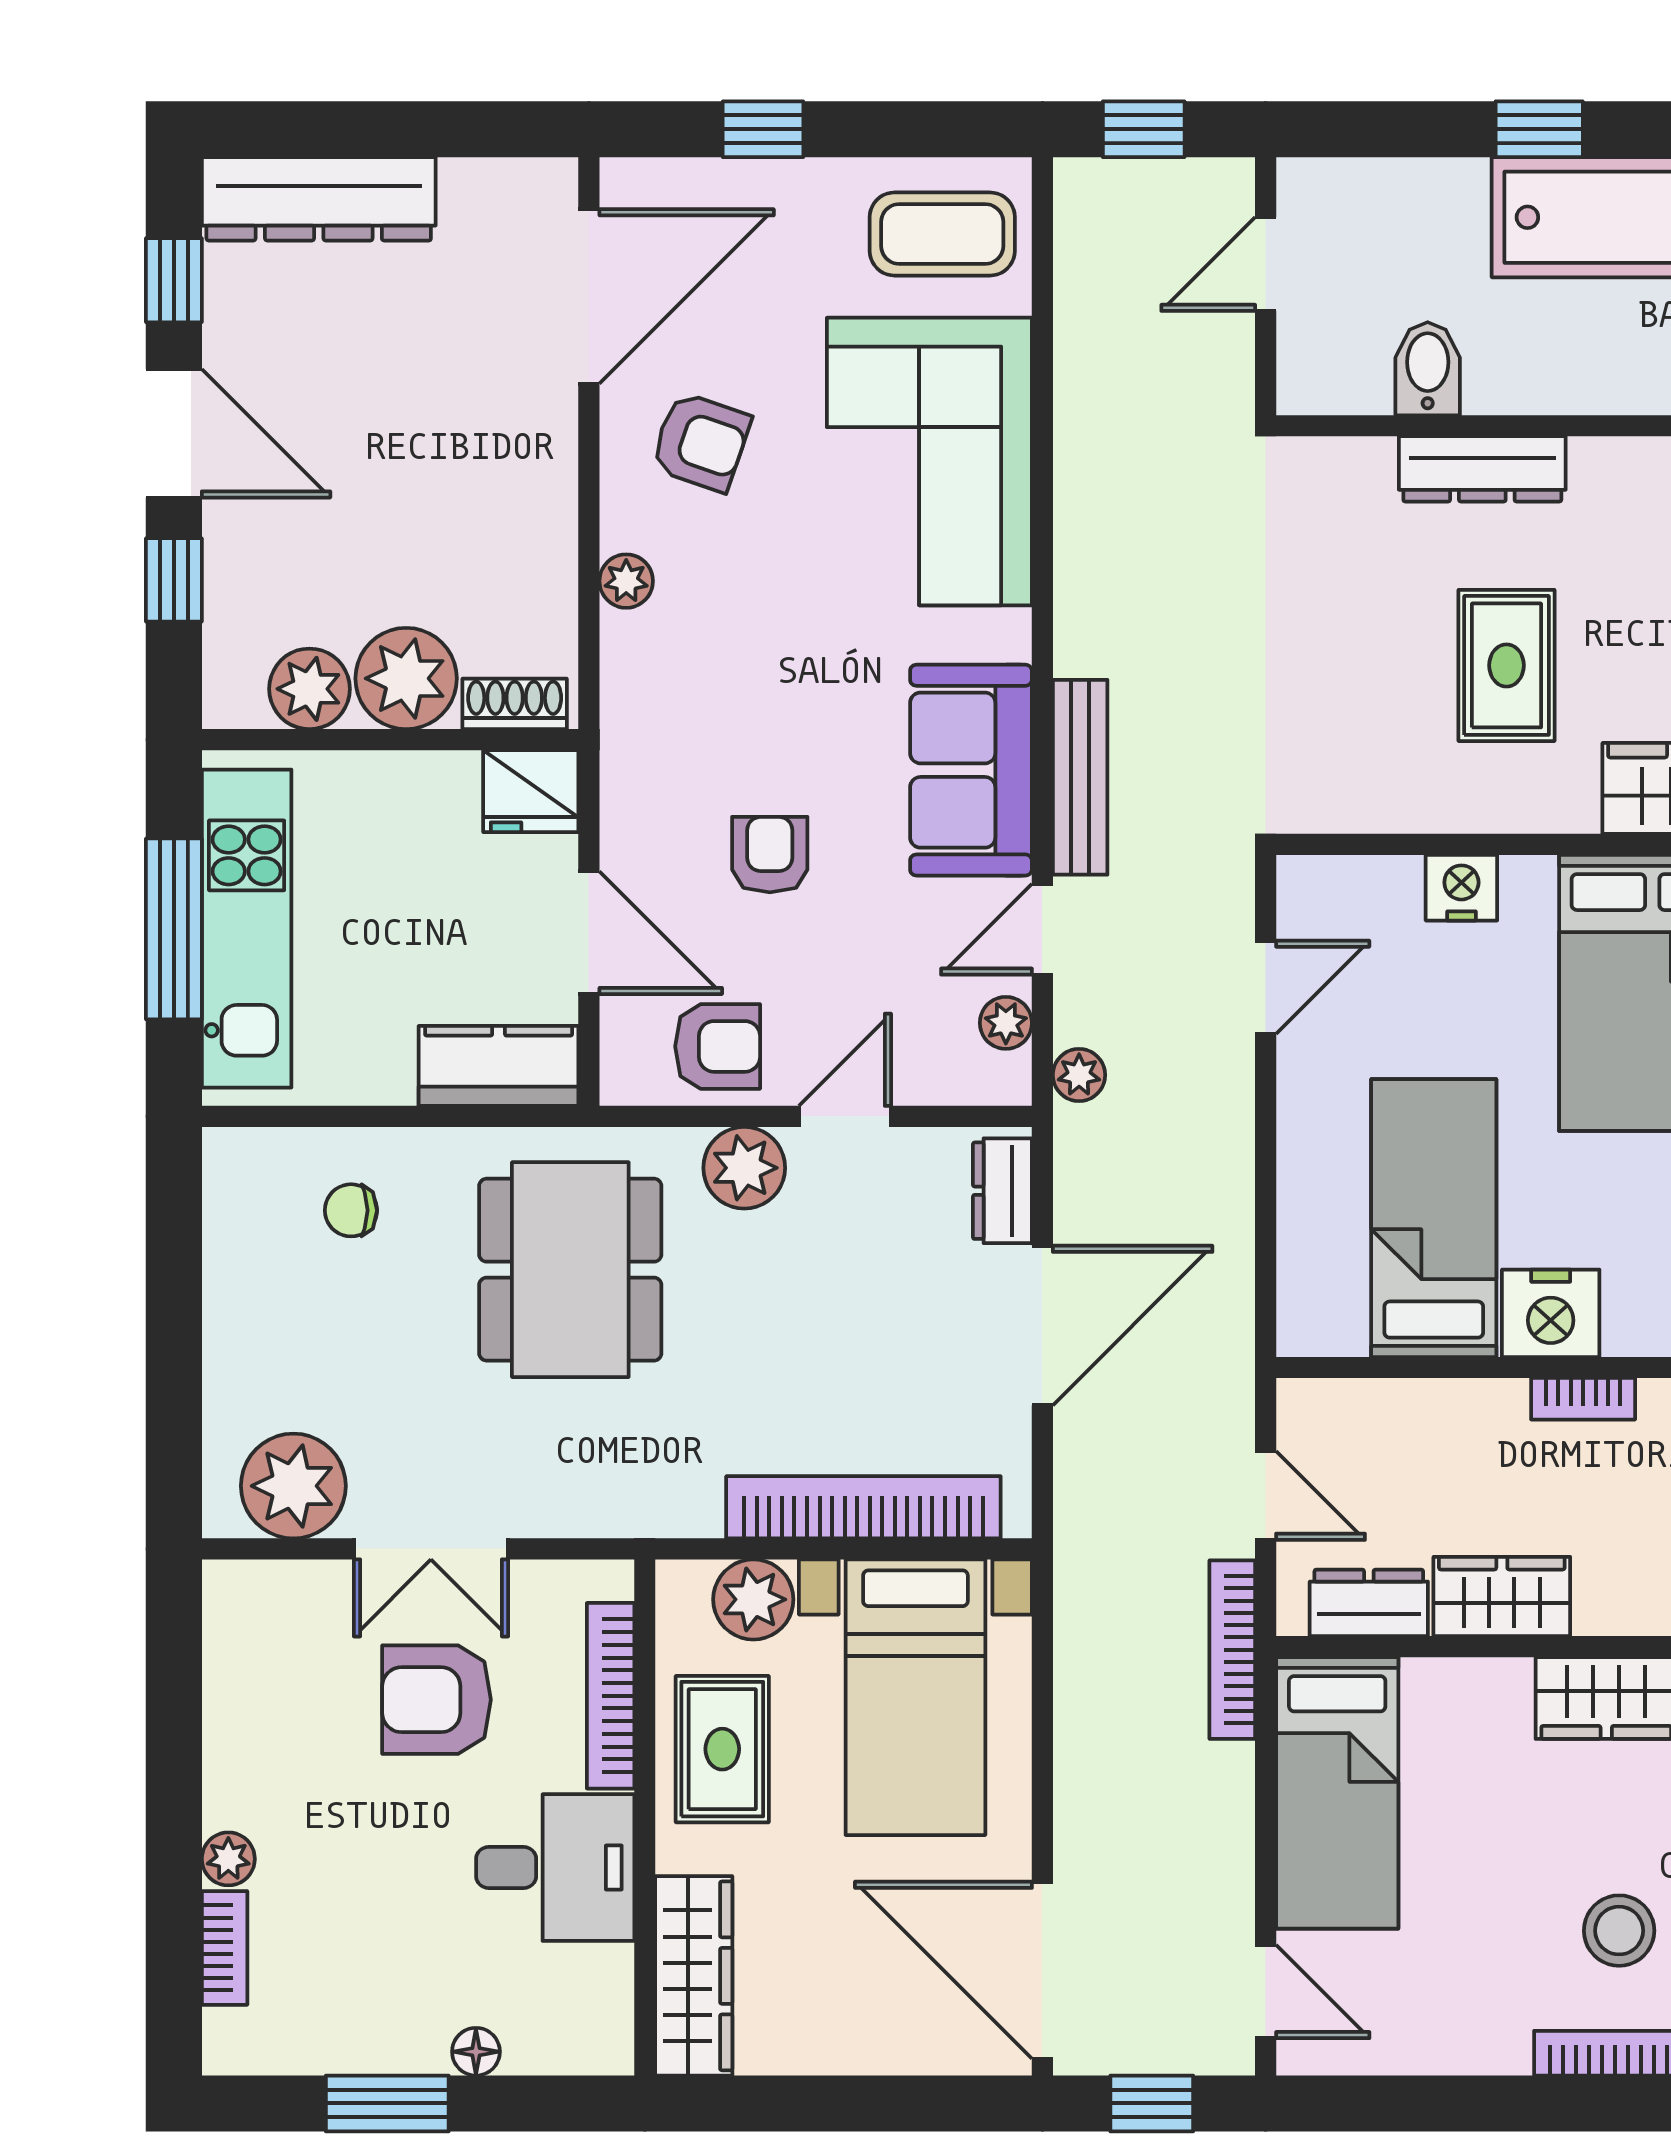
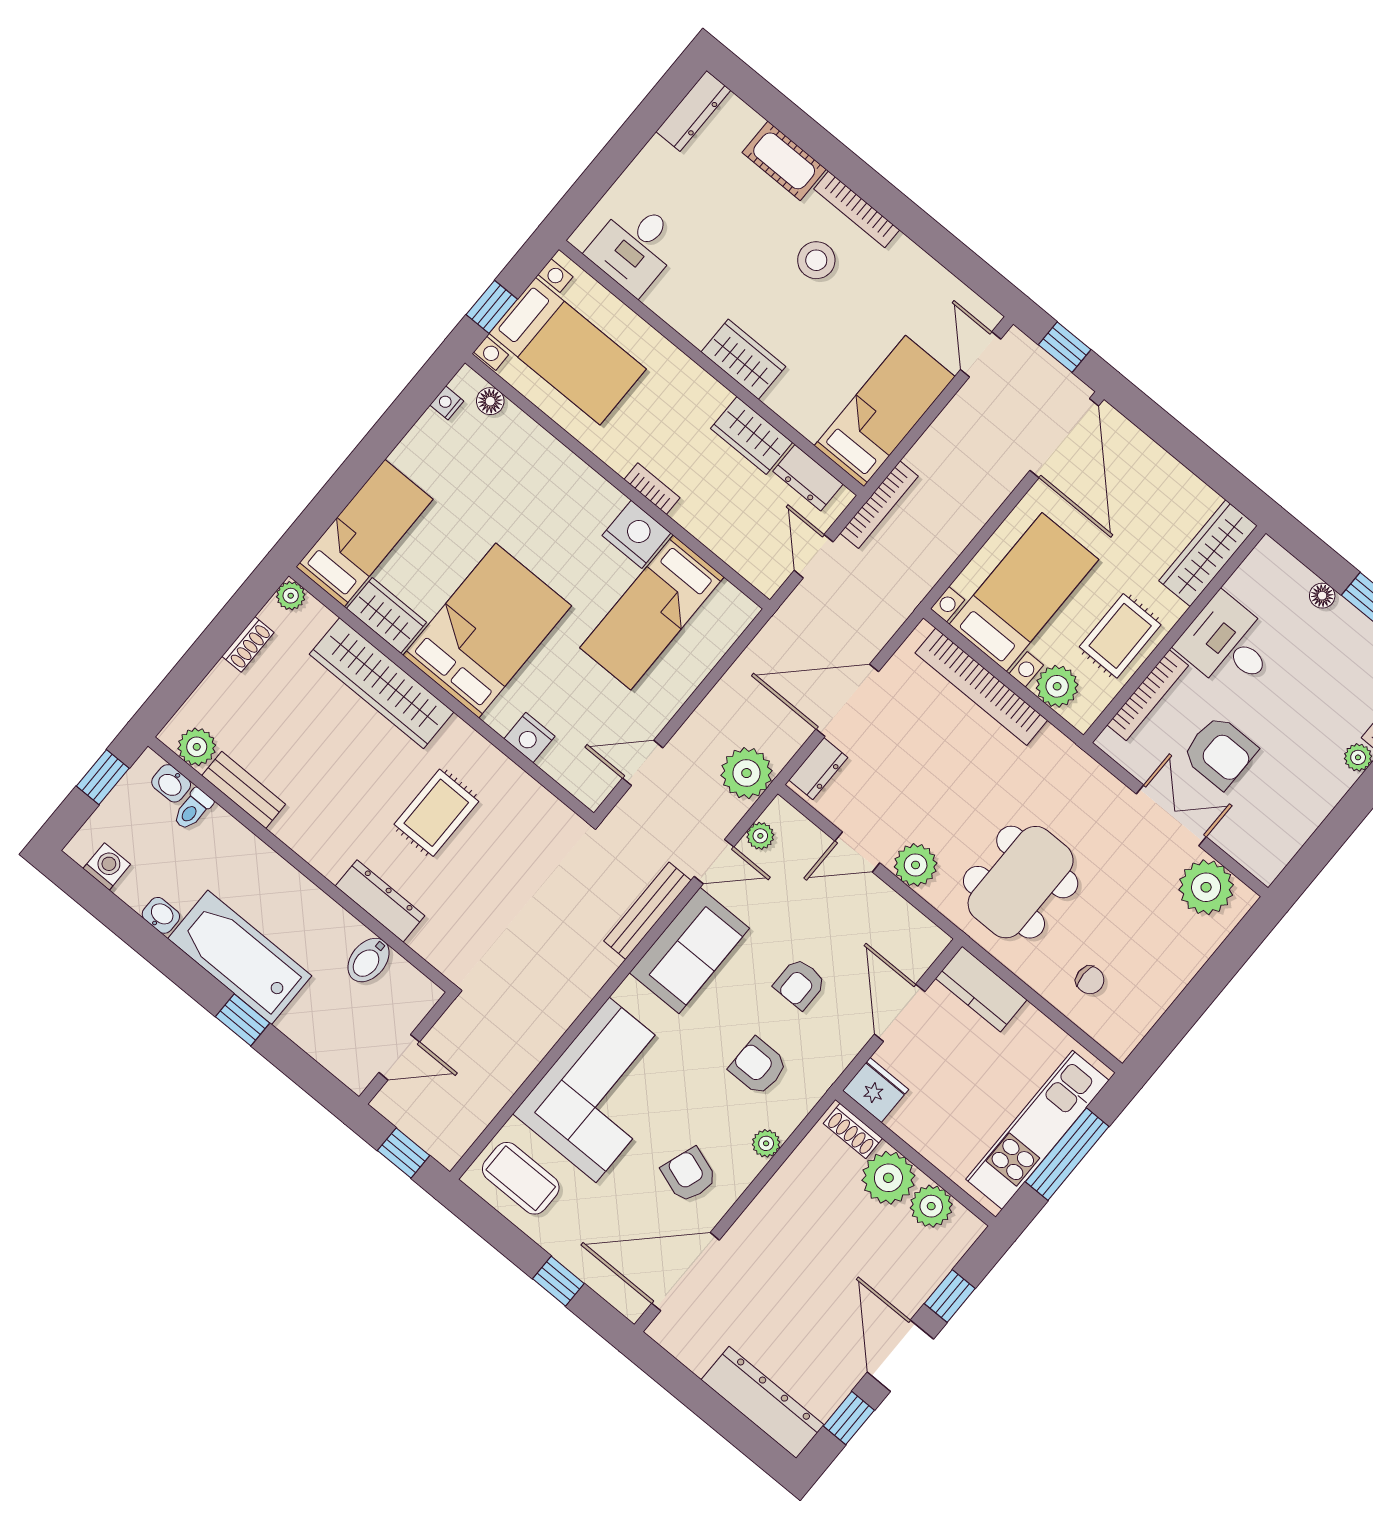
armchair: (718, 1046) -> (758, 1066), moved
plant: (1079, 1075) -> (746, 773), width x1.87, depth x1.87

